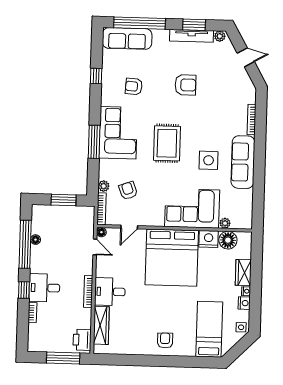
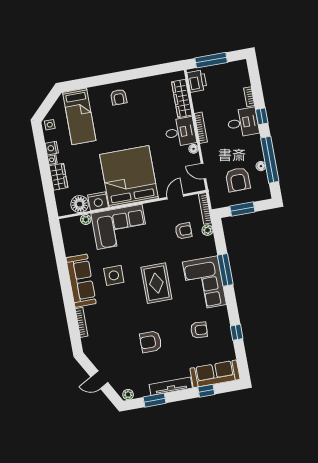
window: (140, 23) -> (206, 391), width x0.32
tv unit: (192, 36) -> (171, 386), moved
armchair: (128, 191) -> (183, 231), turned -70
armchair: (62, 231) -> (238, 180), added
floor lamp: (101, 232) -> (193, 149), moved

